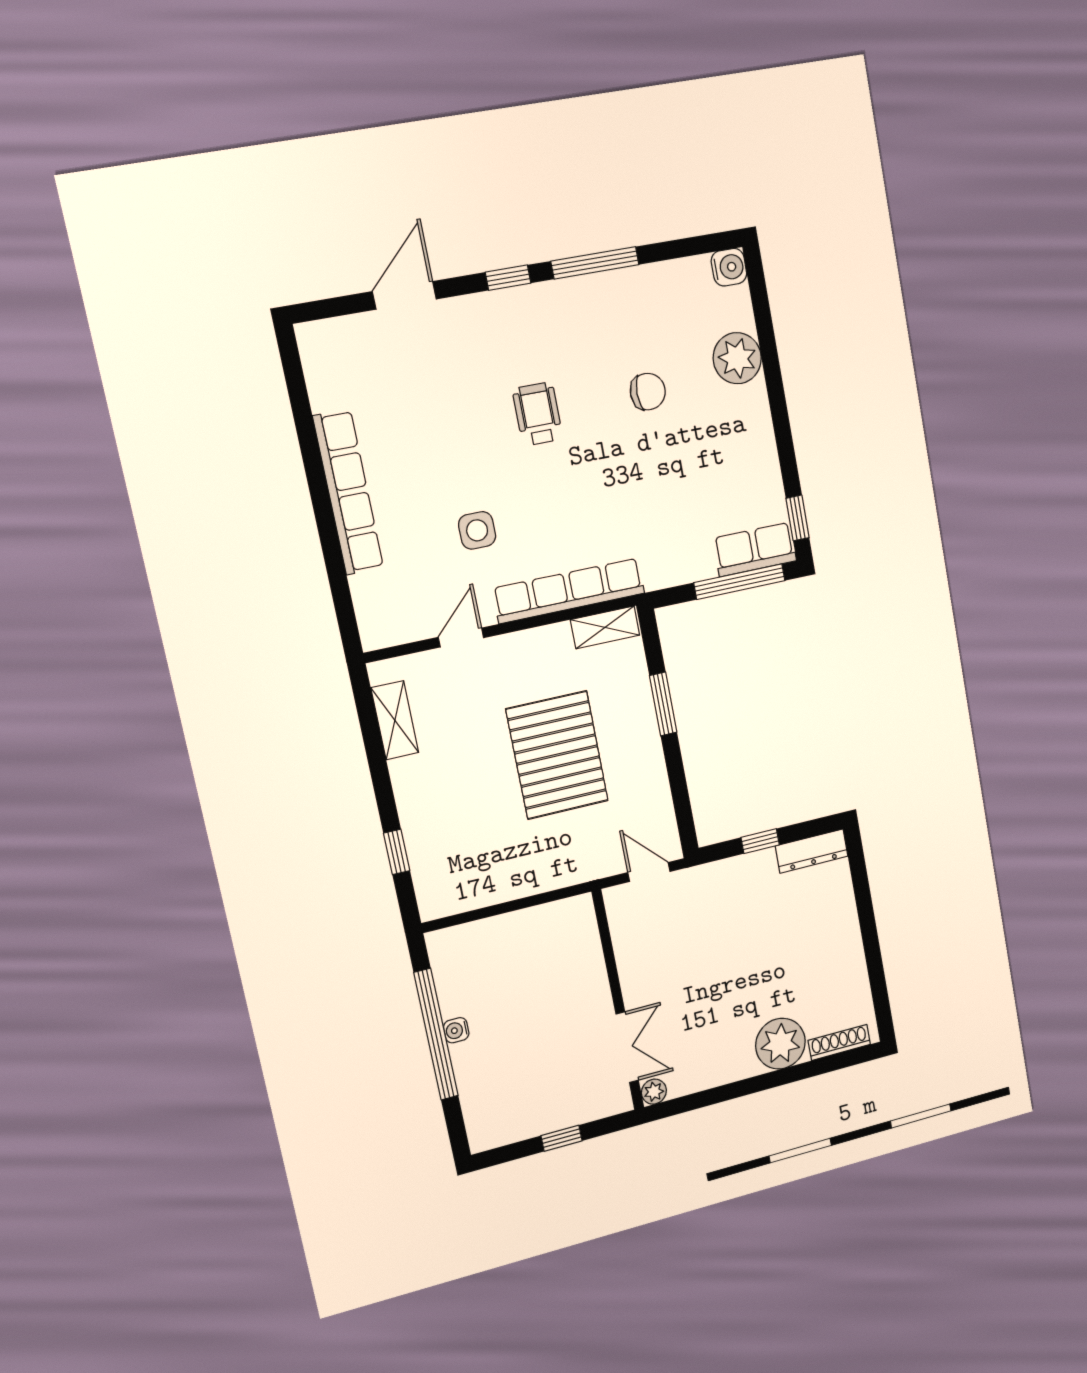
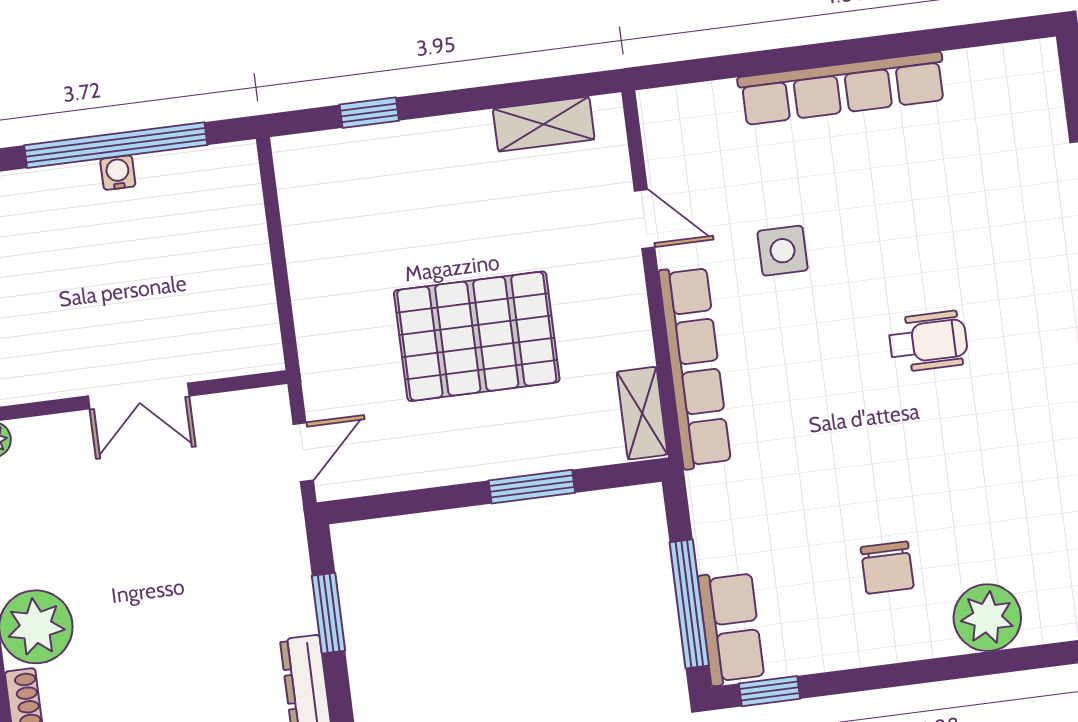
chair: (648, 392) -> (887, 568), moved
window: (760, 841) -> (328, 613), width x1.50
double door: (627, 1047) -> (139, 396), moved

